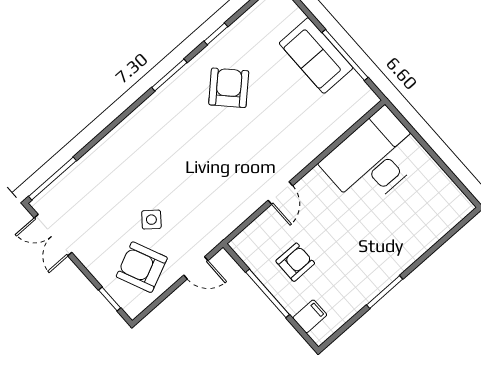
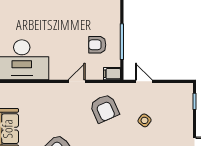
armchair: (142, 267) -> (104, 108), moved
filing cabinet: (310, 316) -> (112, 74), moved

